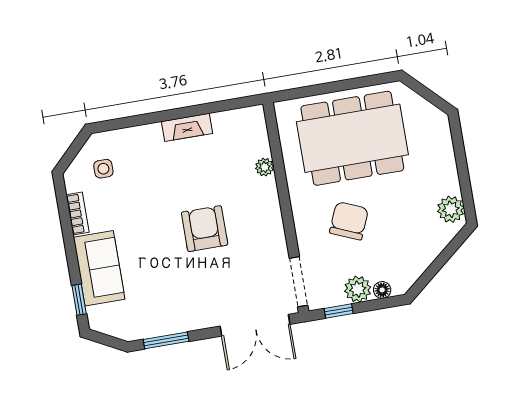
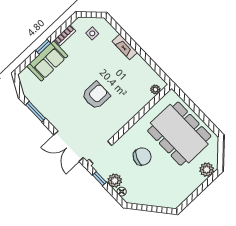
fireplace: (187, 127) -> (125, 47), moved
plant: (265, 167) -> (155, 90), moved
plant: (451, 209) -> (207, 170), moved
window: (79, 300) -> (43, 47), moved

